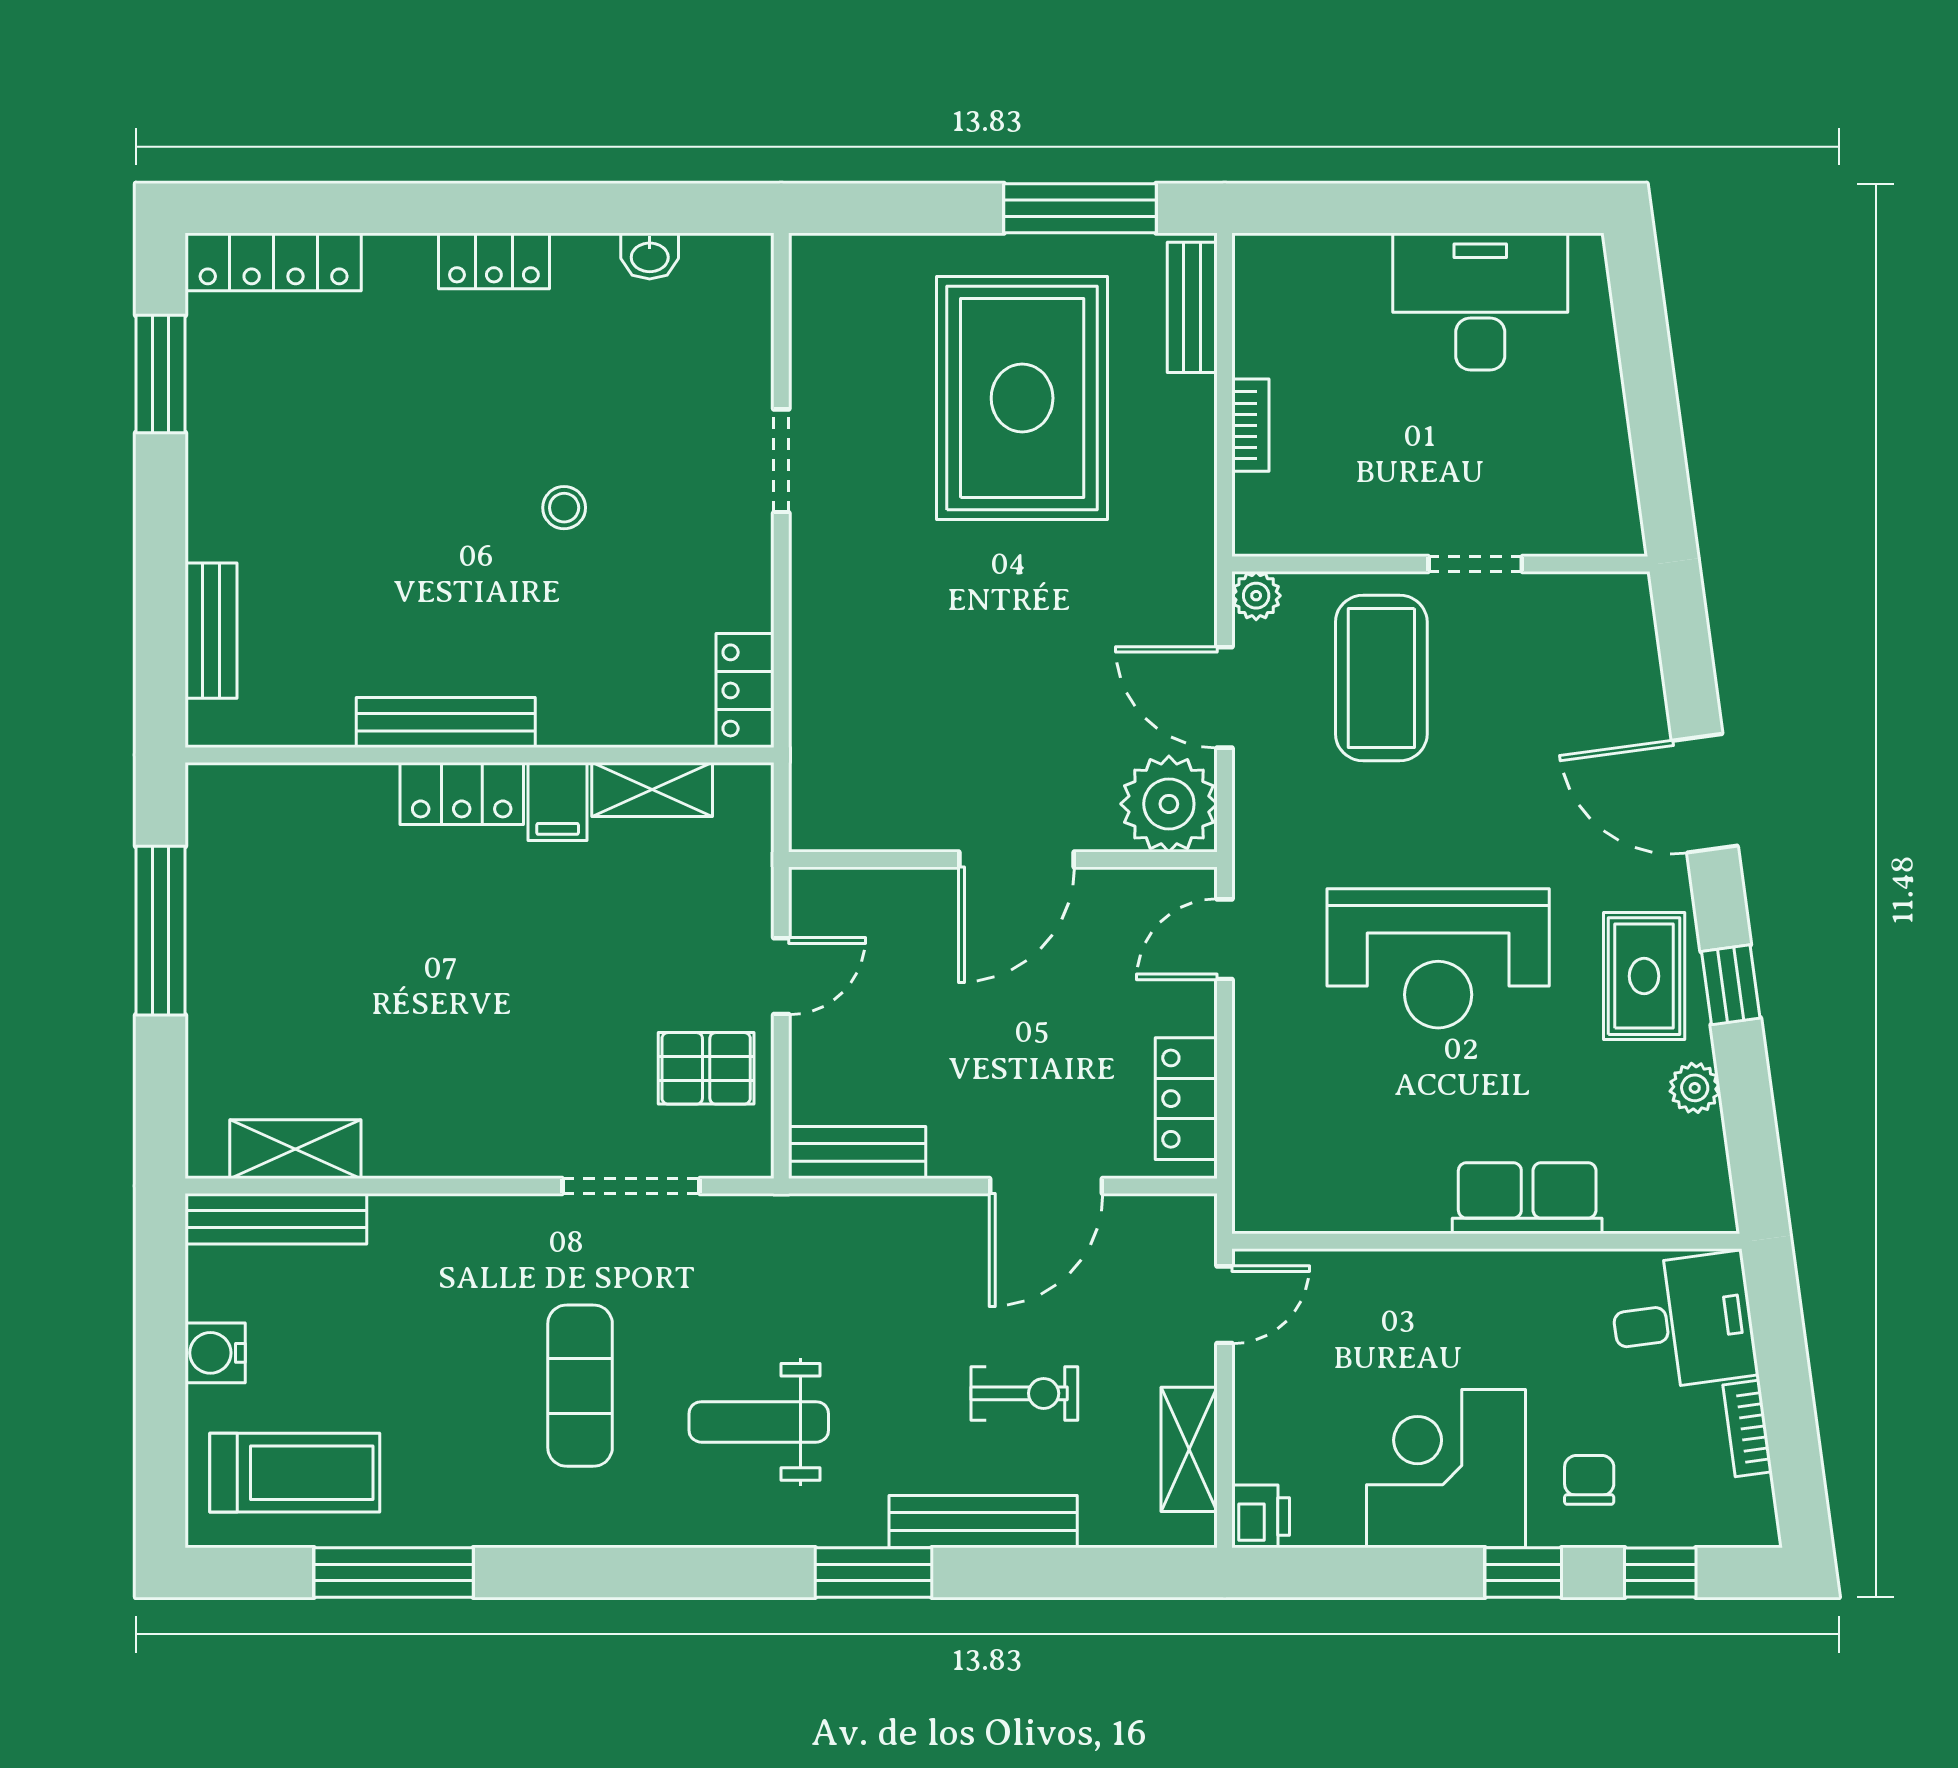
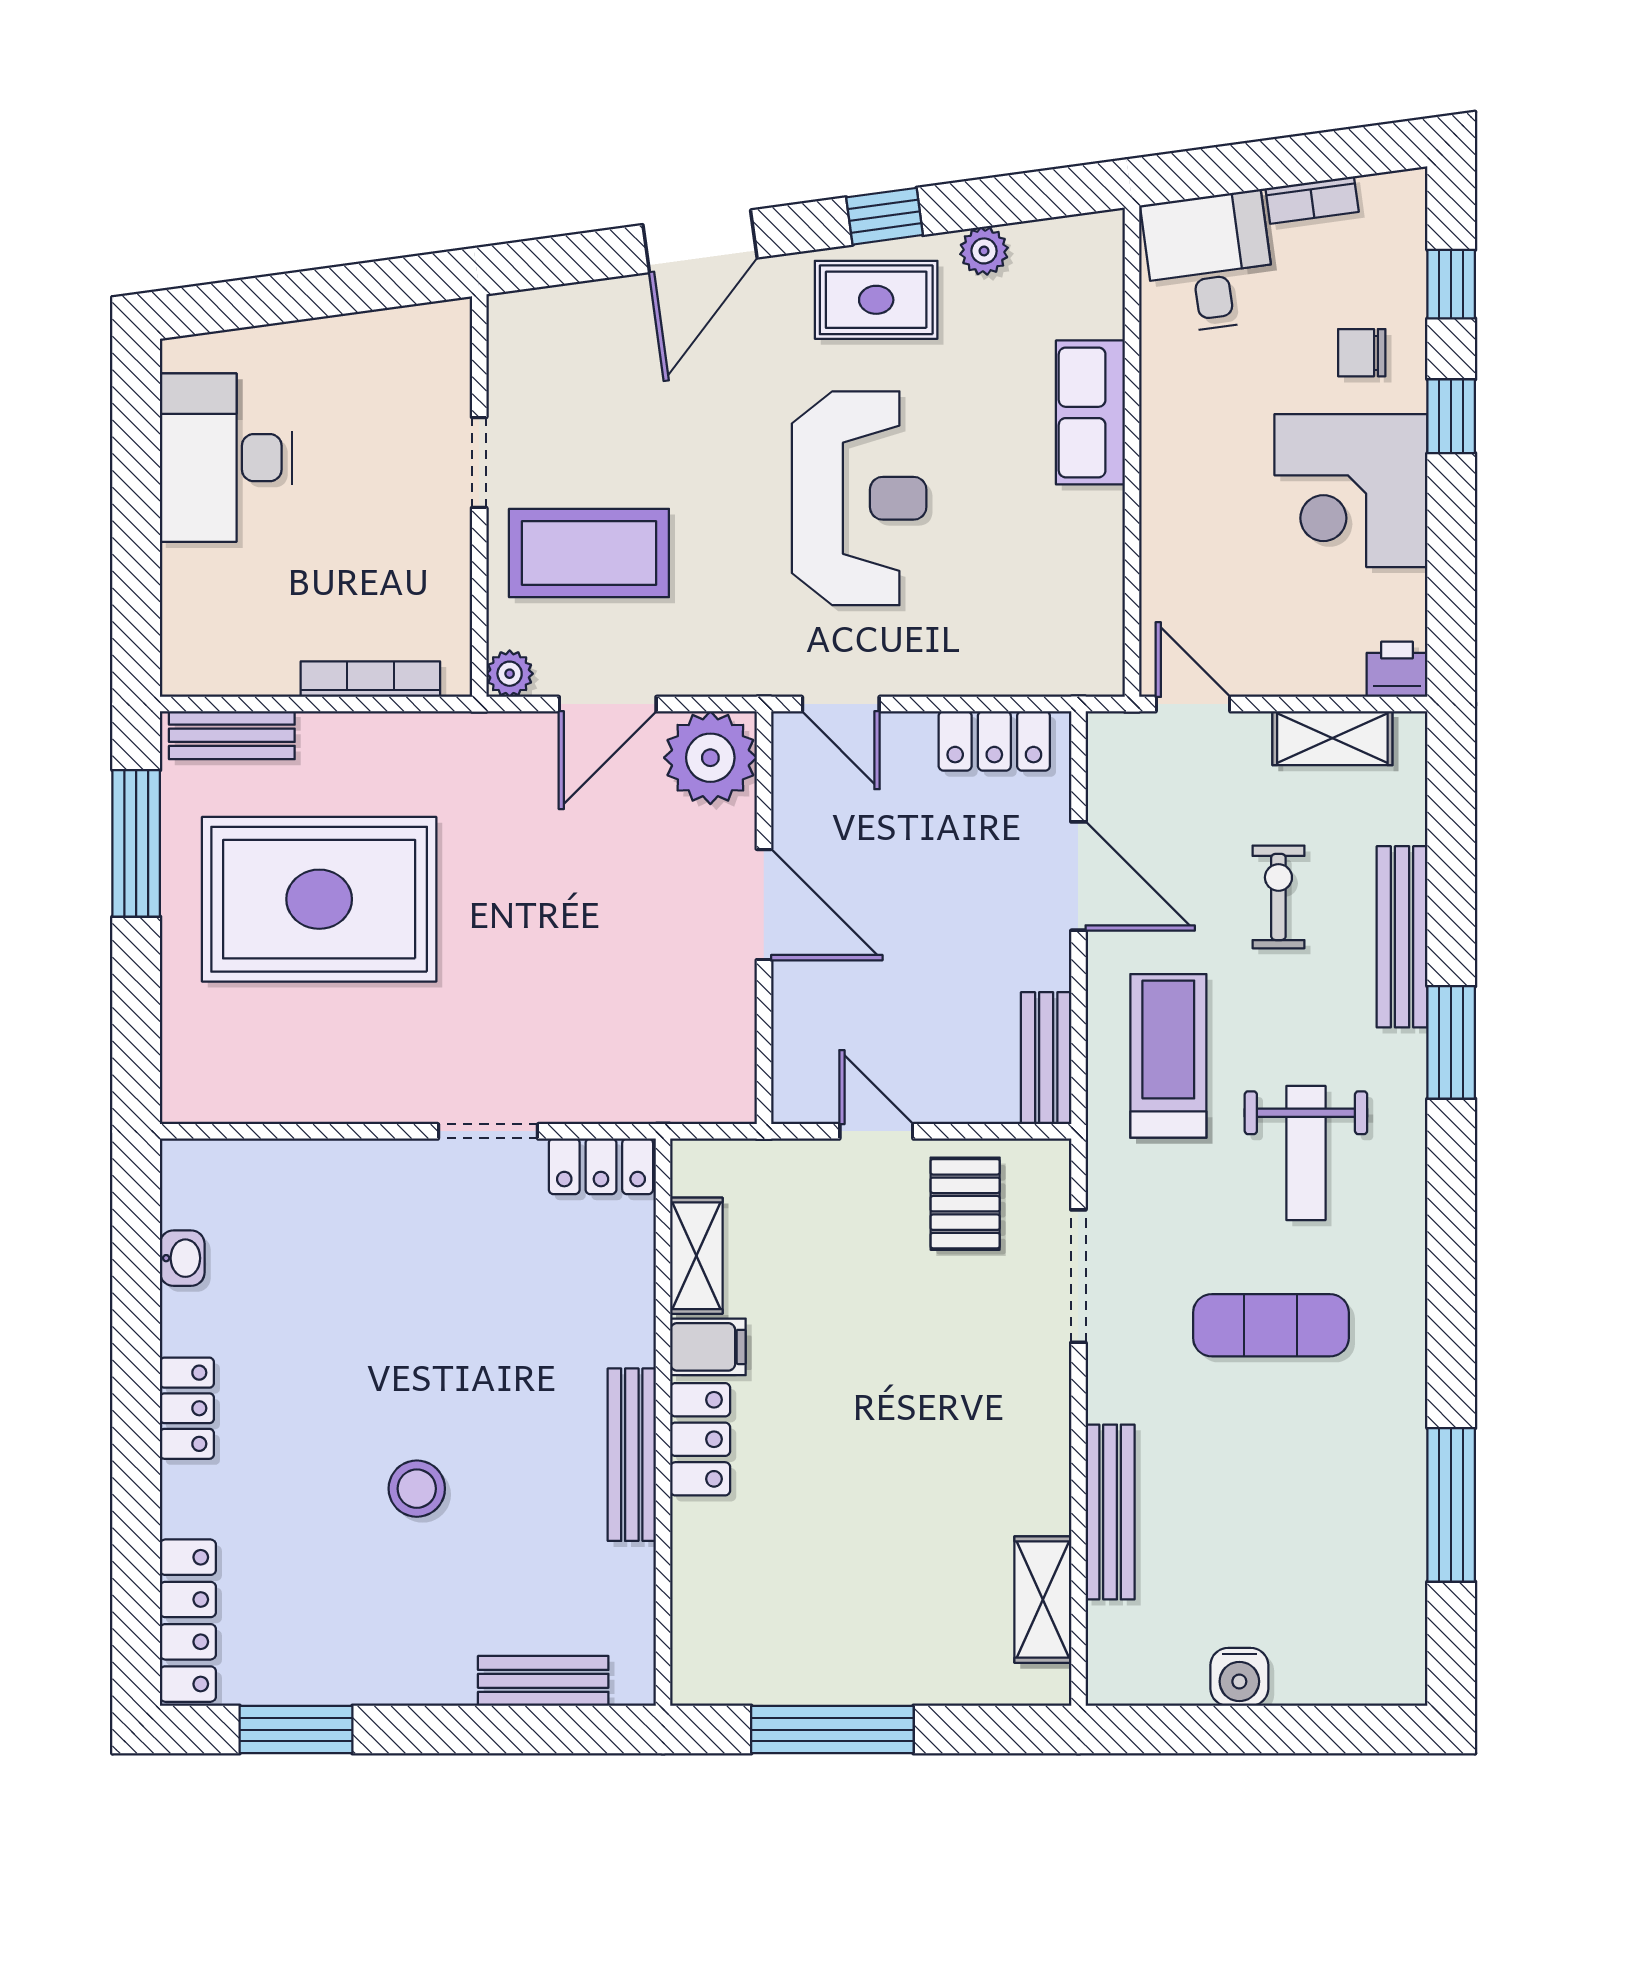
bookcase: (1250, 425) -> (370, 679), width x1.56
doorway: (781, 461) -> (488, 1131), moved
stool: (564, 508) -> (417, 1489), moved, width x1.37, depth x1.37
bench: (276, 1219) -> (1110, 1512), moved
treadmill: (295, 1473) -> (1168, 1056), moved

